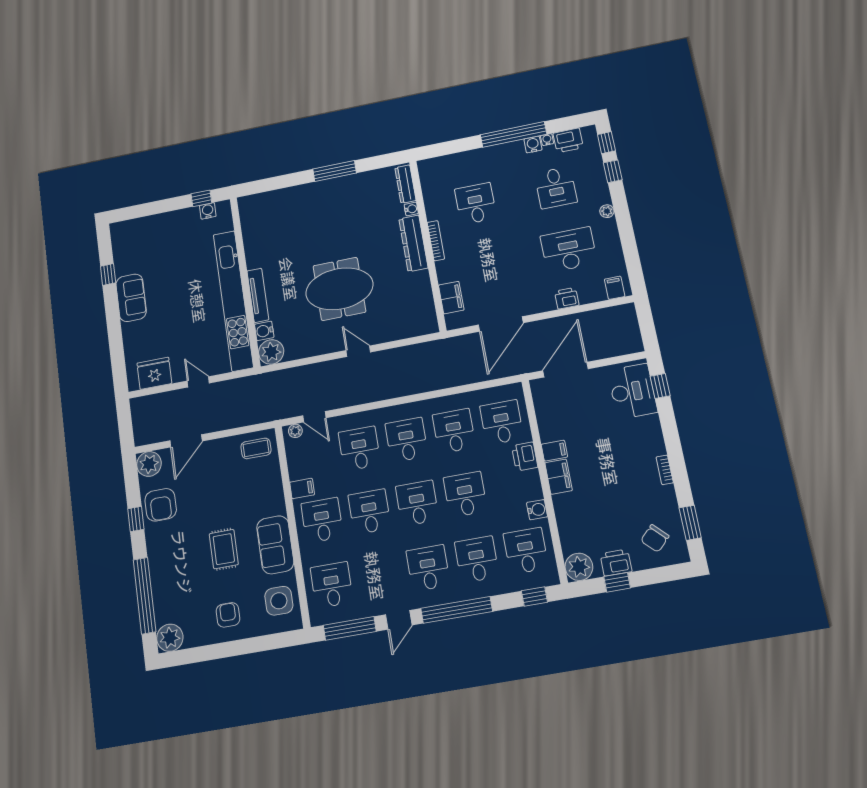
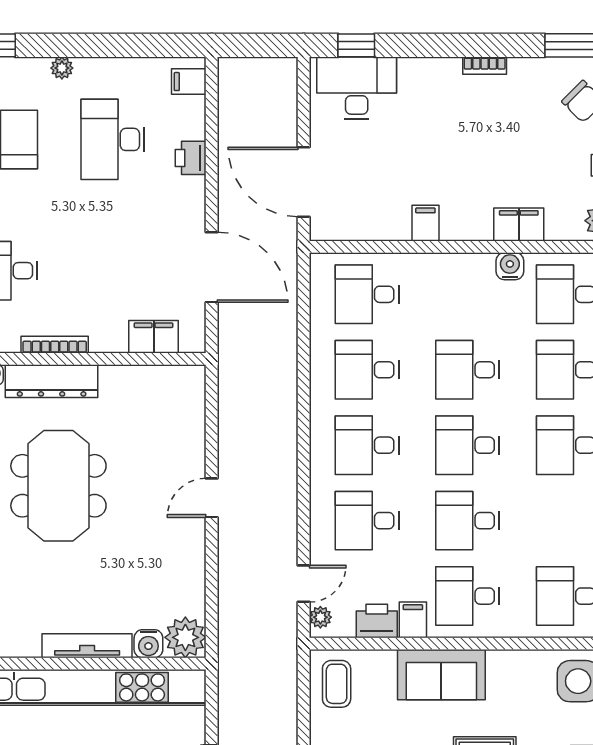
meeting table: (339, 289) -> (58, 486), moved
printer: (525, 456) -> (377, 621), moved, turned 180
filing cabinet: (559, 477) -> (519, 224), moved
sofa: (275, 545) -> (441, 675), moved

